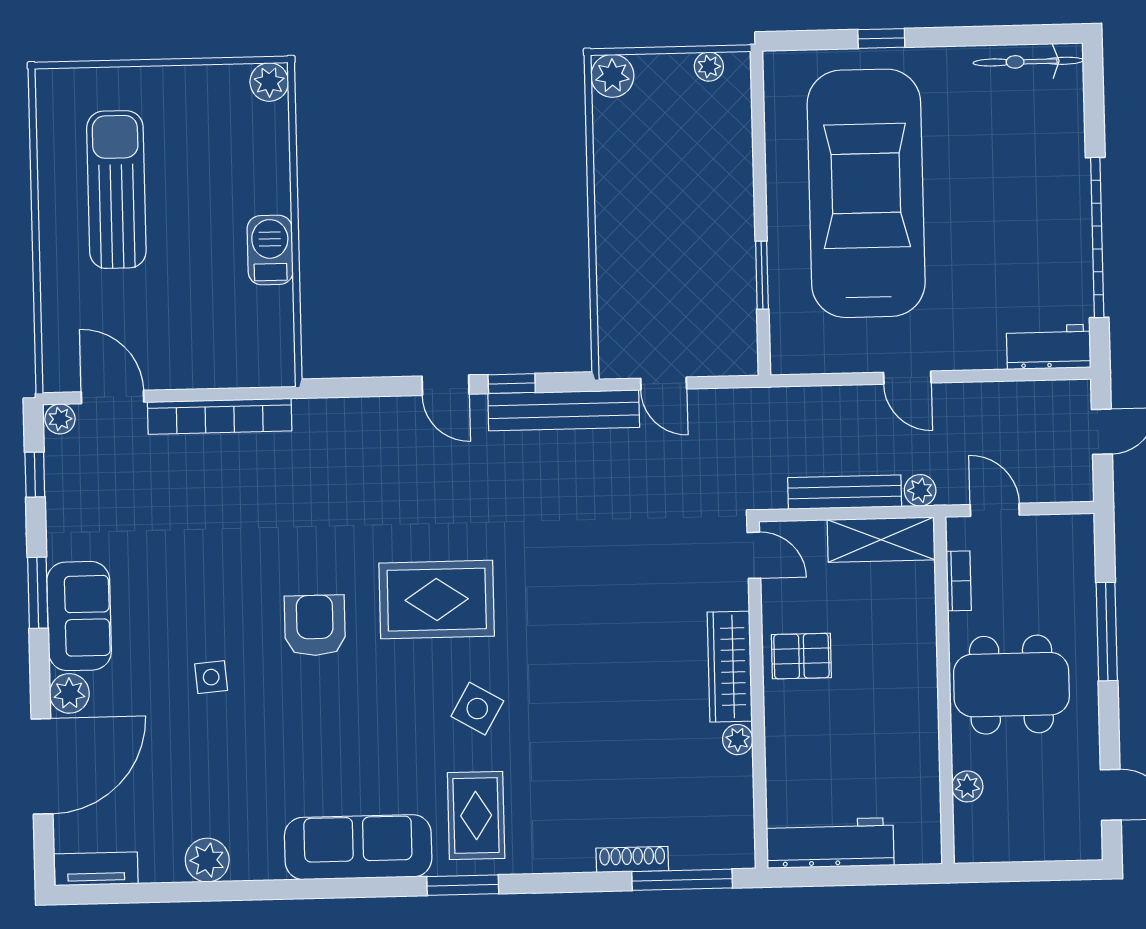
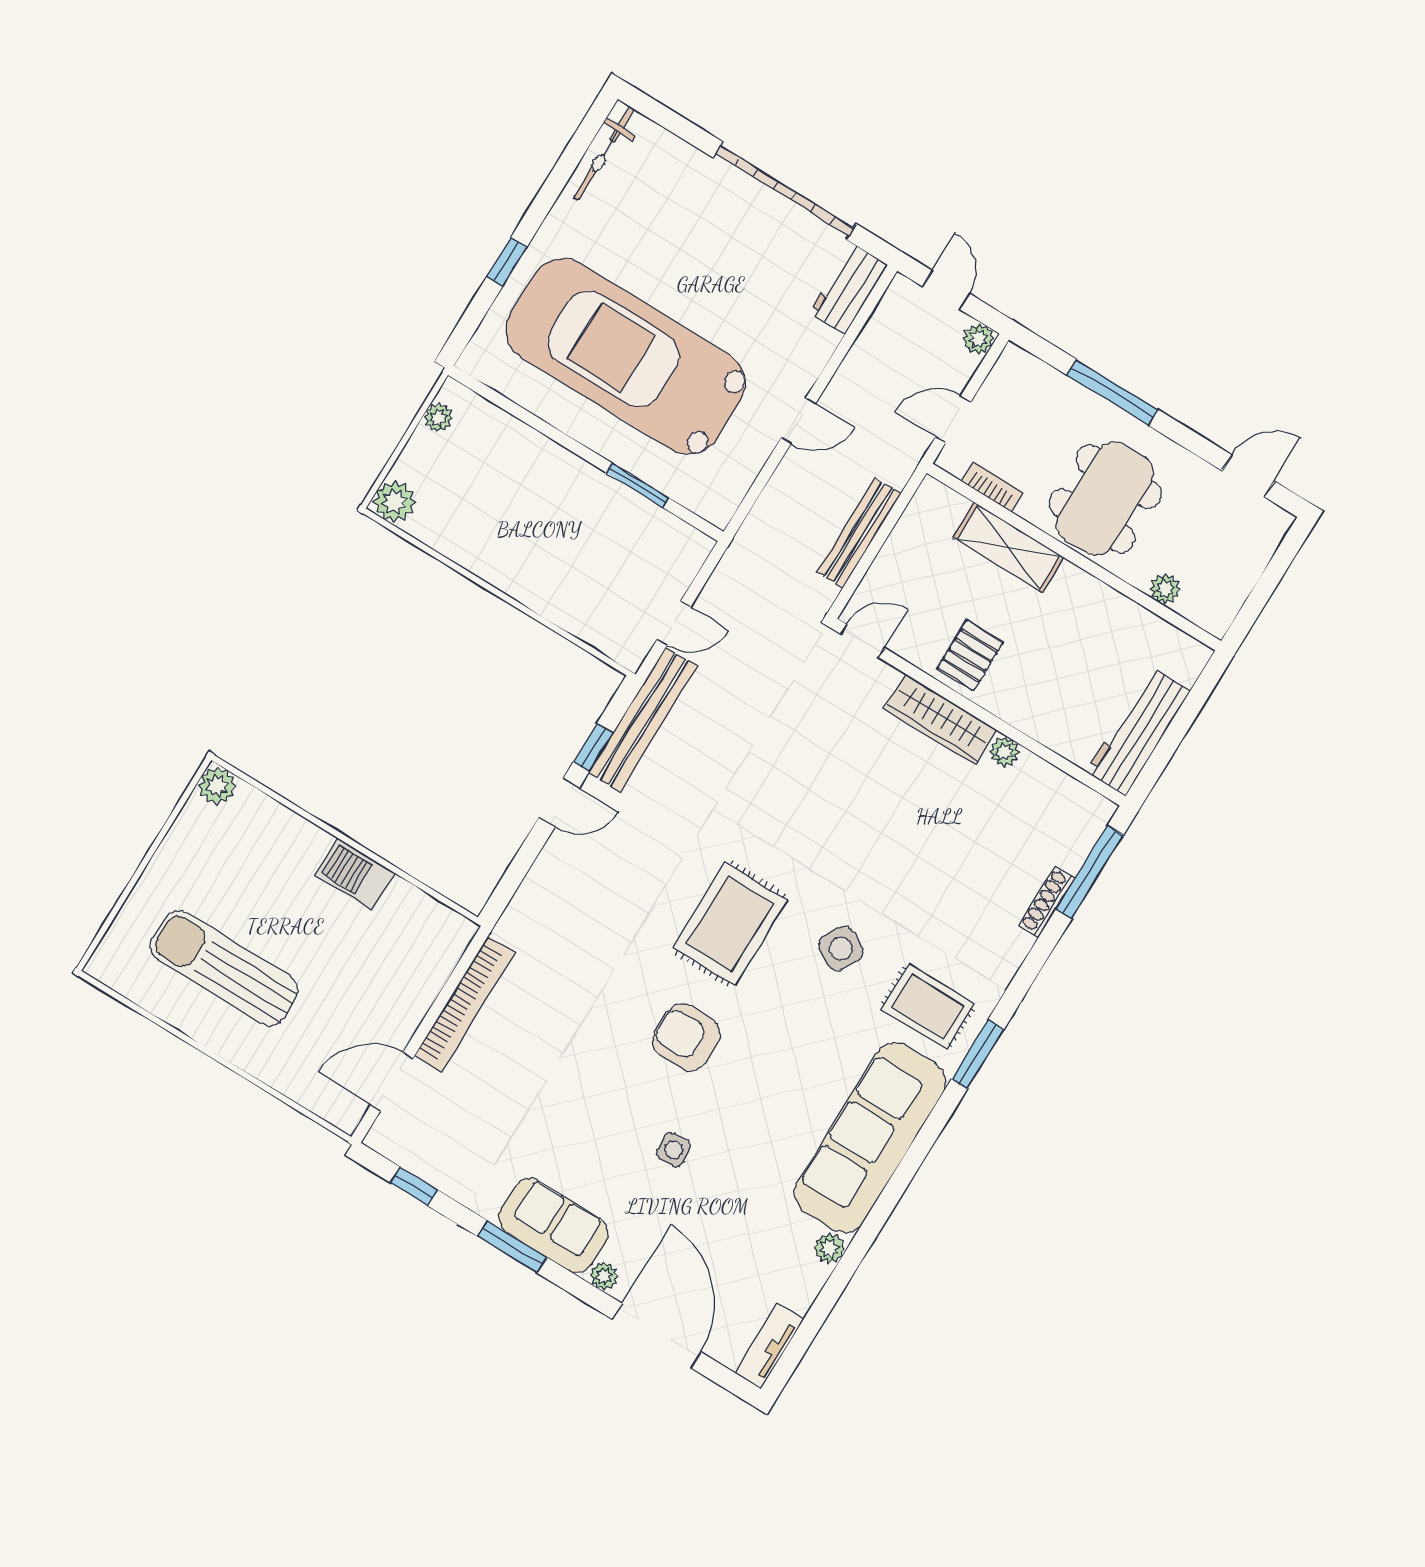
plant: (60, 419) -> (382, 1136), removed
plant: (920, 490) -> (978, 339), moved
shelving: (881, 540) -> (1008, 548), moved, turned 90
plant: (69, 693) -> (604, 1276), width x0.73, depth x0.73
sofa: (358, 847) -> (870, 1137), width x1.36, depth x1.27
plant: (207, 860) -> (829, 1248), width x0.73, depth x0.73

